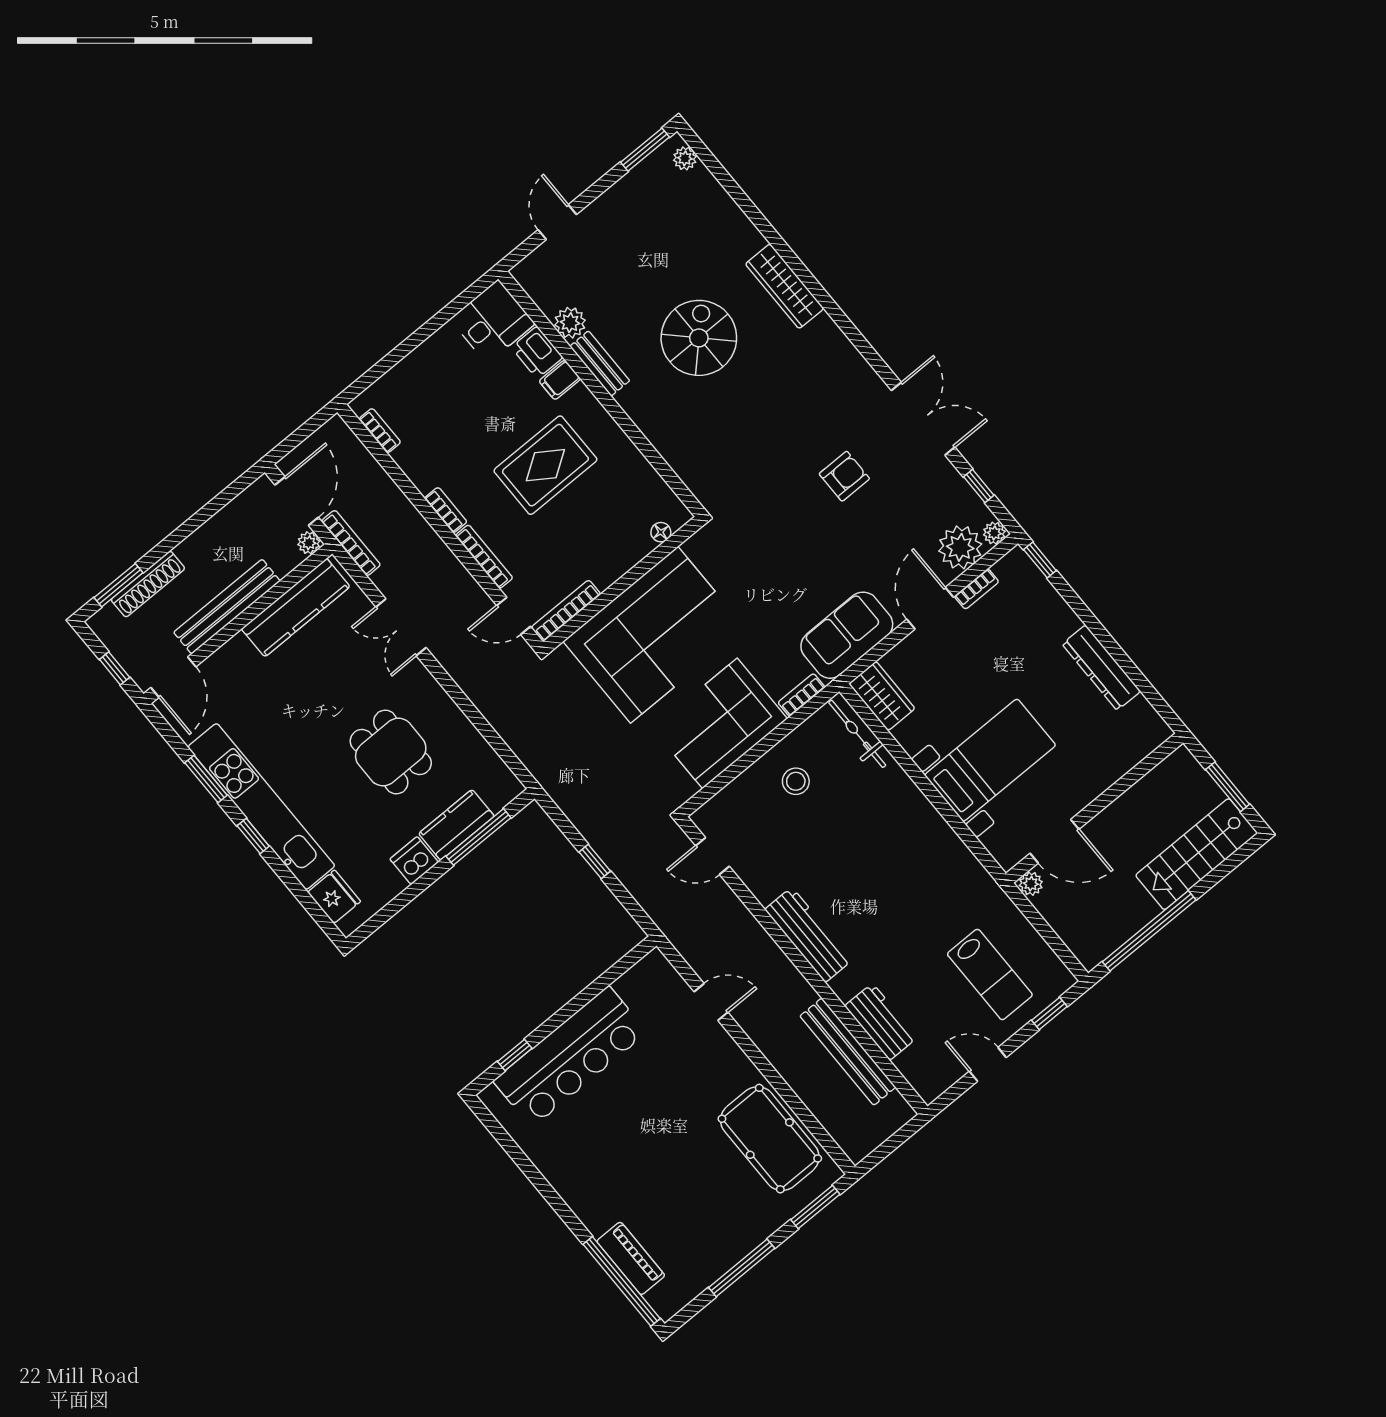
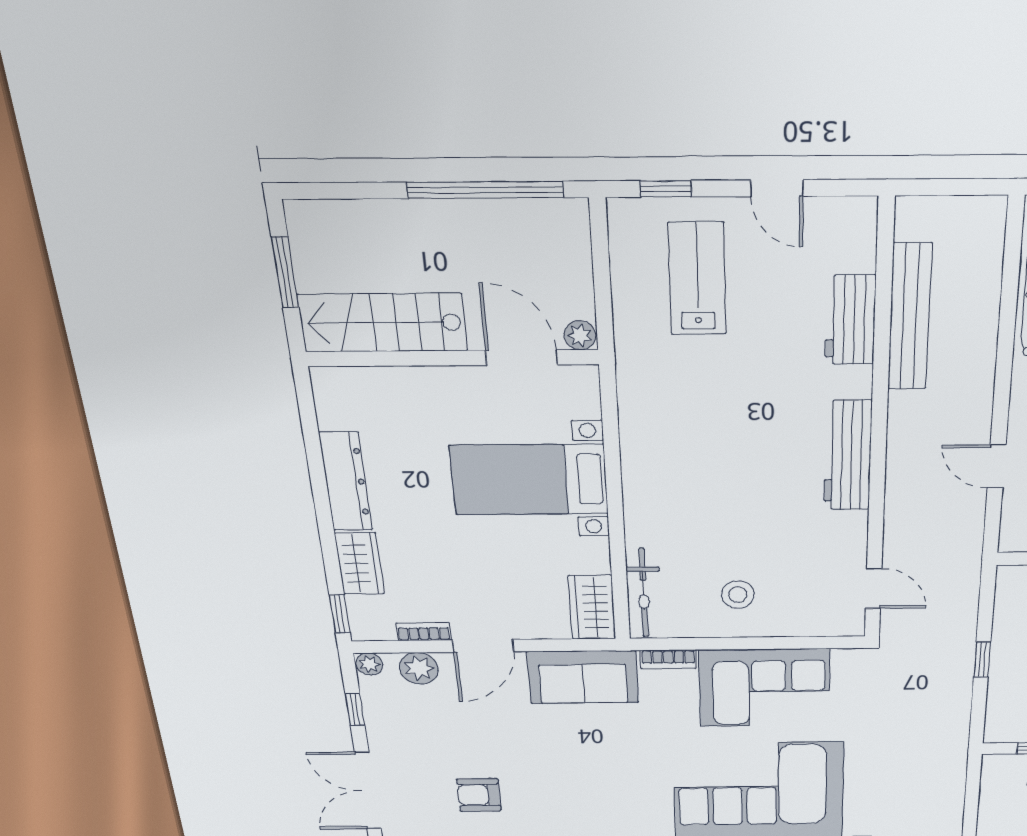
plant: (960, 547) -> (419, 668), width x0.73, depth x0.73
wardrobe: (1053, 611) -> (359, 563), added
stairs: (1197, 854) -> (383, 323), moved, turned 180

